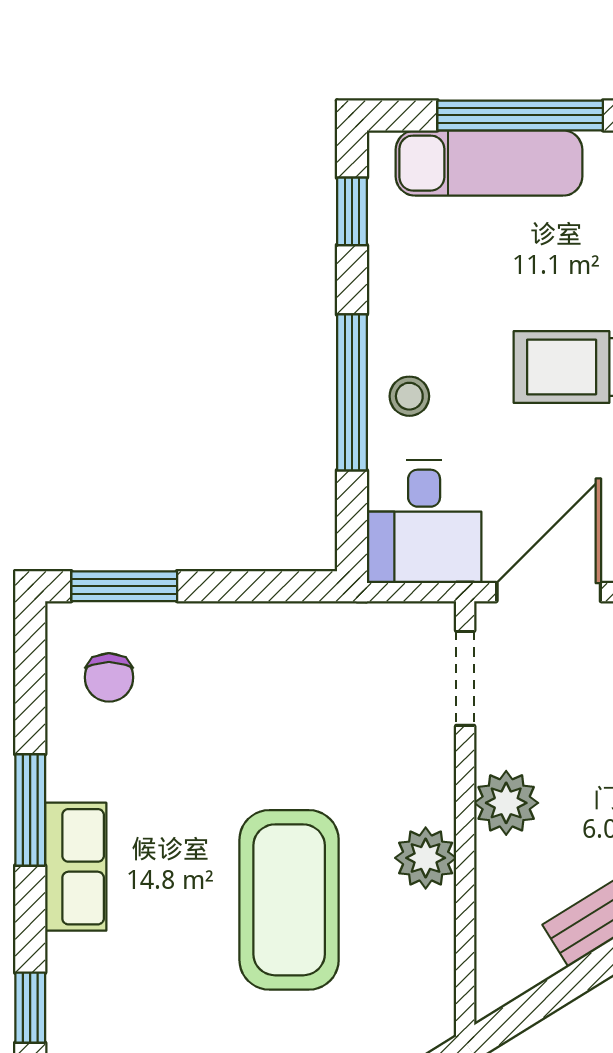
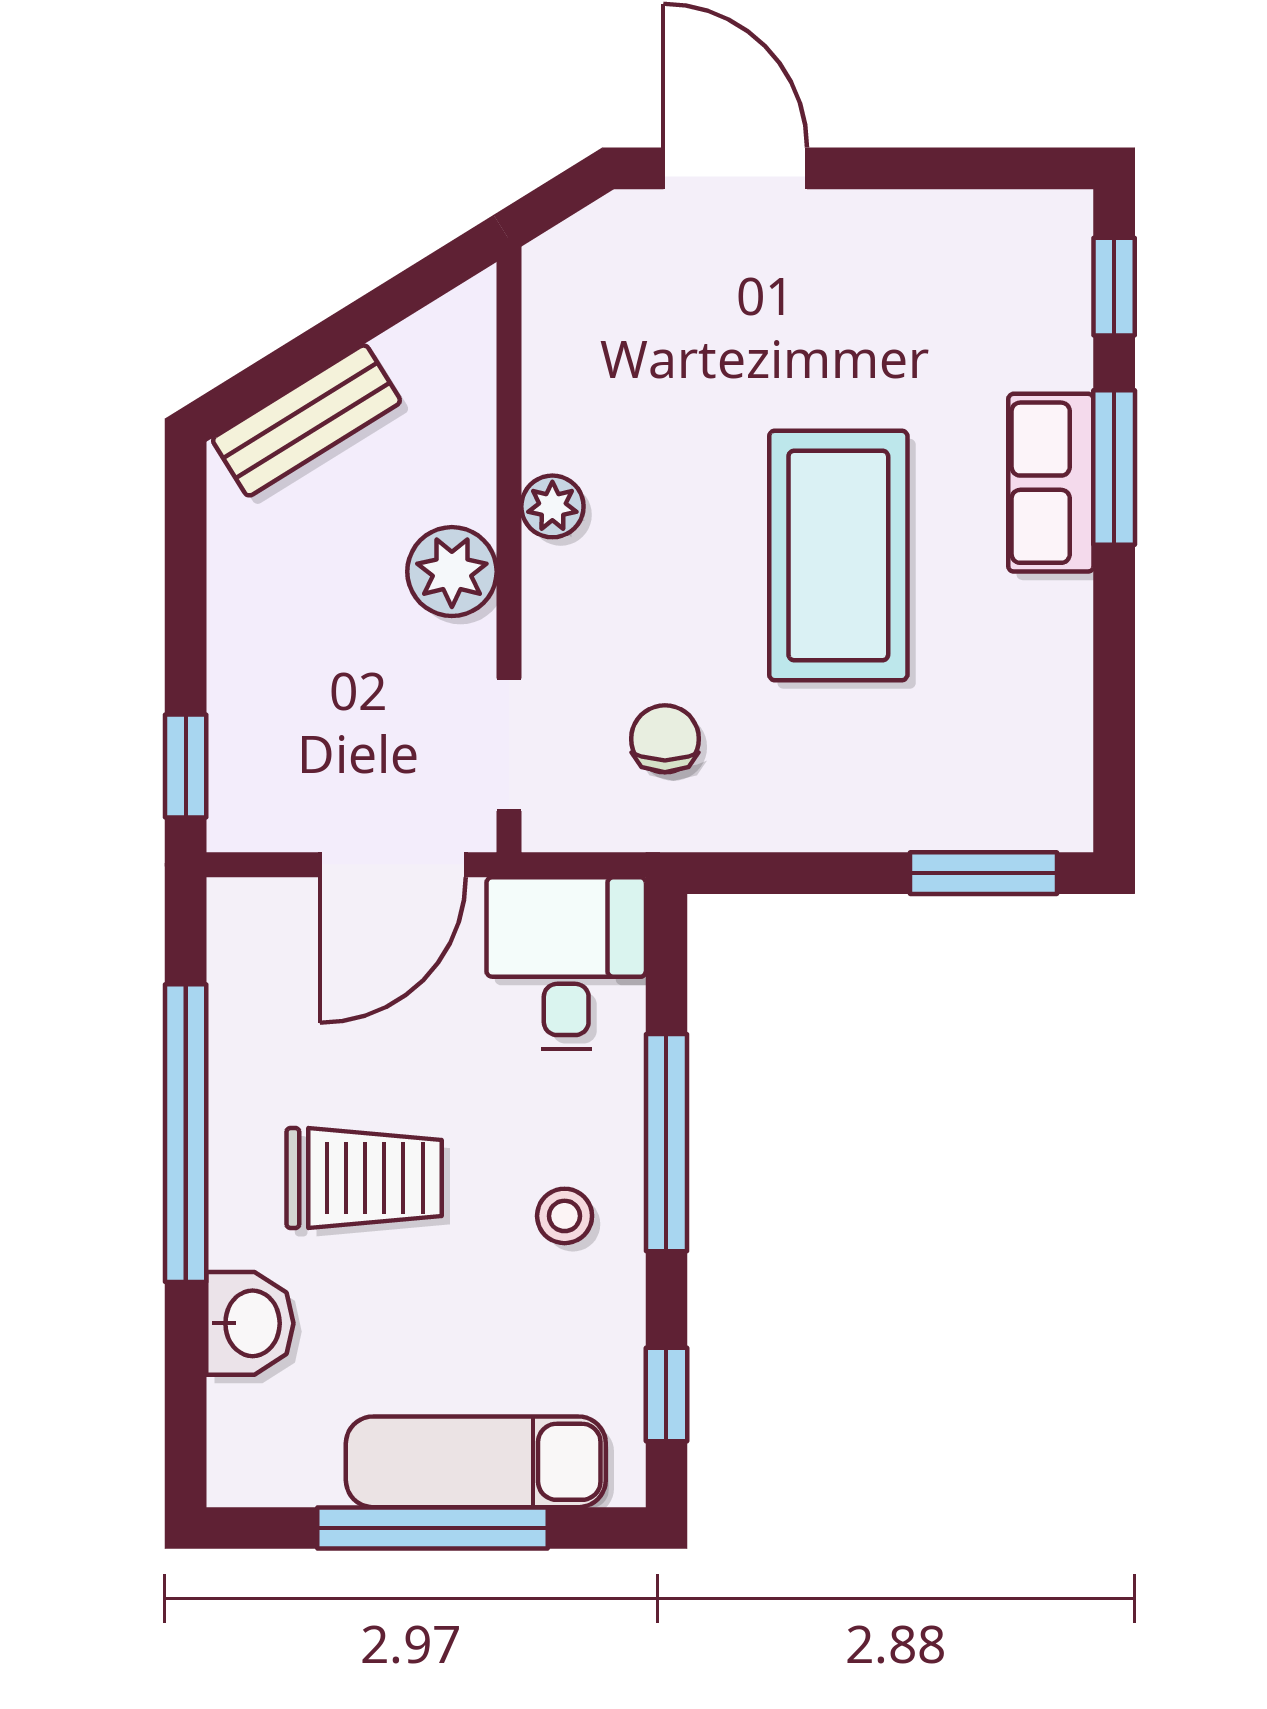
stool: (409, 396) -> (565, 1216), moved
chair: (109, 677) -> (665, 739), moved
window: (30, 810) -> (1114, 467), moved
plant: (426, 858) -> (552, 506), width x0.73, depth x0.73
coffee table: (289, 900) -> (838, 555), moved

